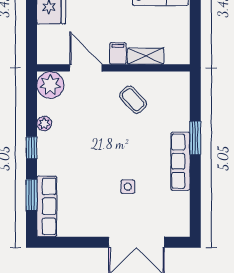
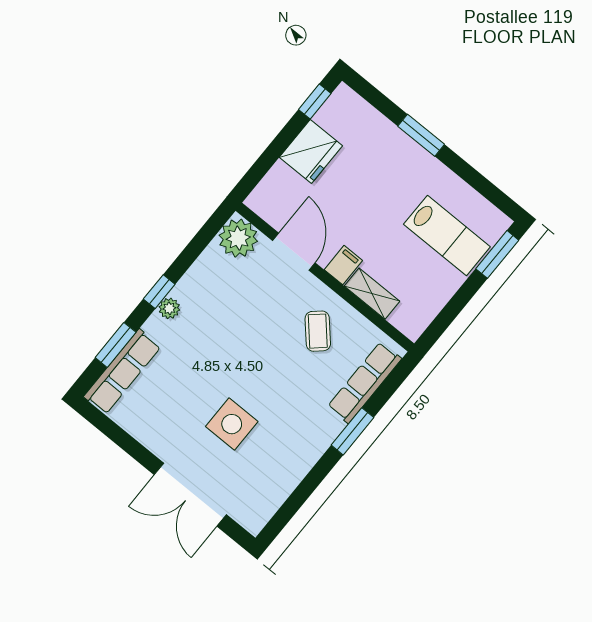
plant: (44, 124) -> (169, 308), moved
row of seats: (180, 161) -> (365, 383), moved
side table: (128, 187) -> (232, 424), width x1.87, depth x1.87

